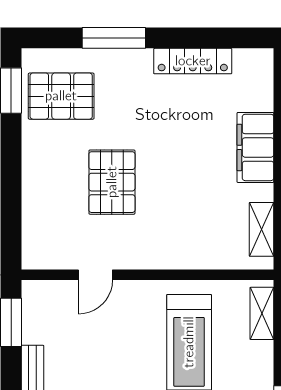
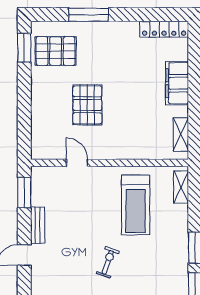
locker: (193, 61) -> (164, 29), moved
door: (95, 275) -> (77, 163), swing flipped

